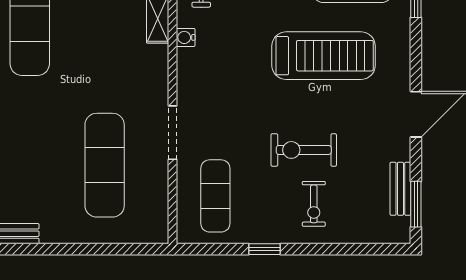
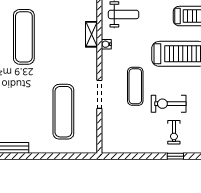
exercise mat: (215, 196) -> (135, 86), moved
window: (264, 249) -> (175, 156), moved

